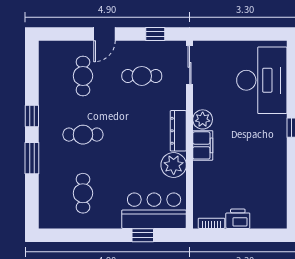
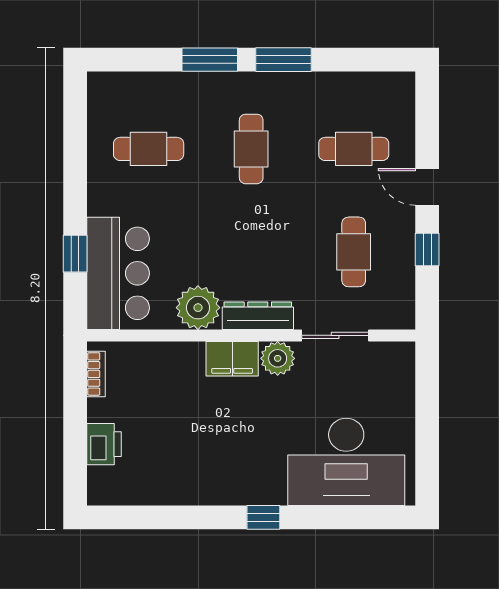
window: (155, 34) -> (427, 250), moved
sliding door: (190, 65) -> (335, 335), moved
window: (32, 116) -> (284, 60), width x1.50
printer: (238, 219) -> (104, 444), moved

